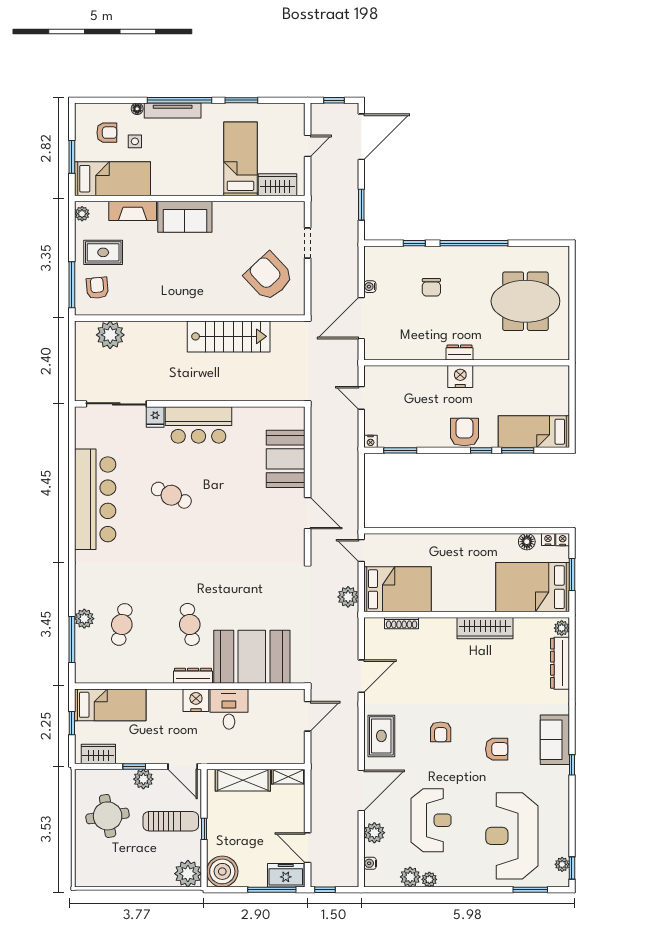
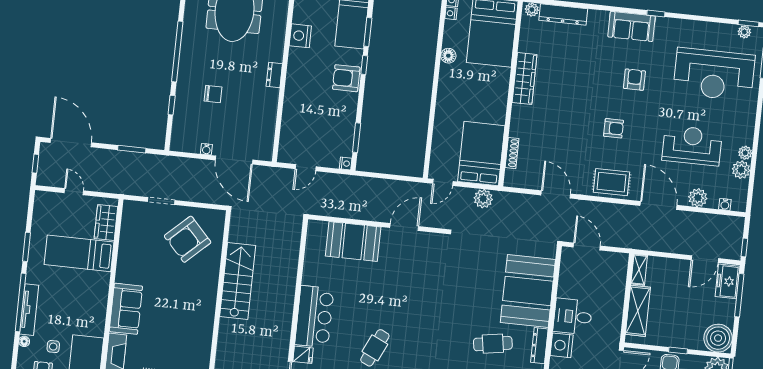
nightstand: (460, 377) -> (300, 36), moved
floor lamp: (527, 542) -> (448, 56), moved

